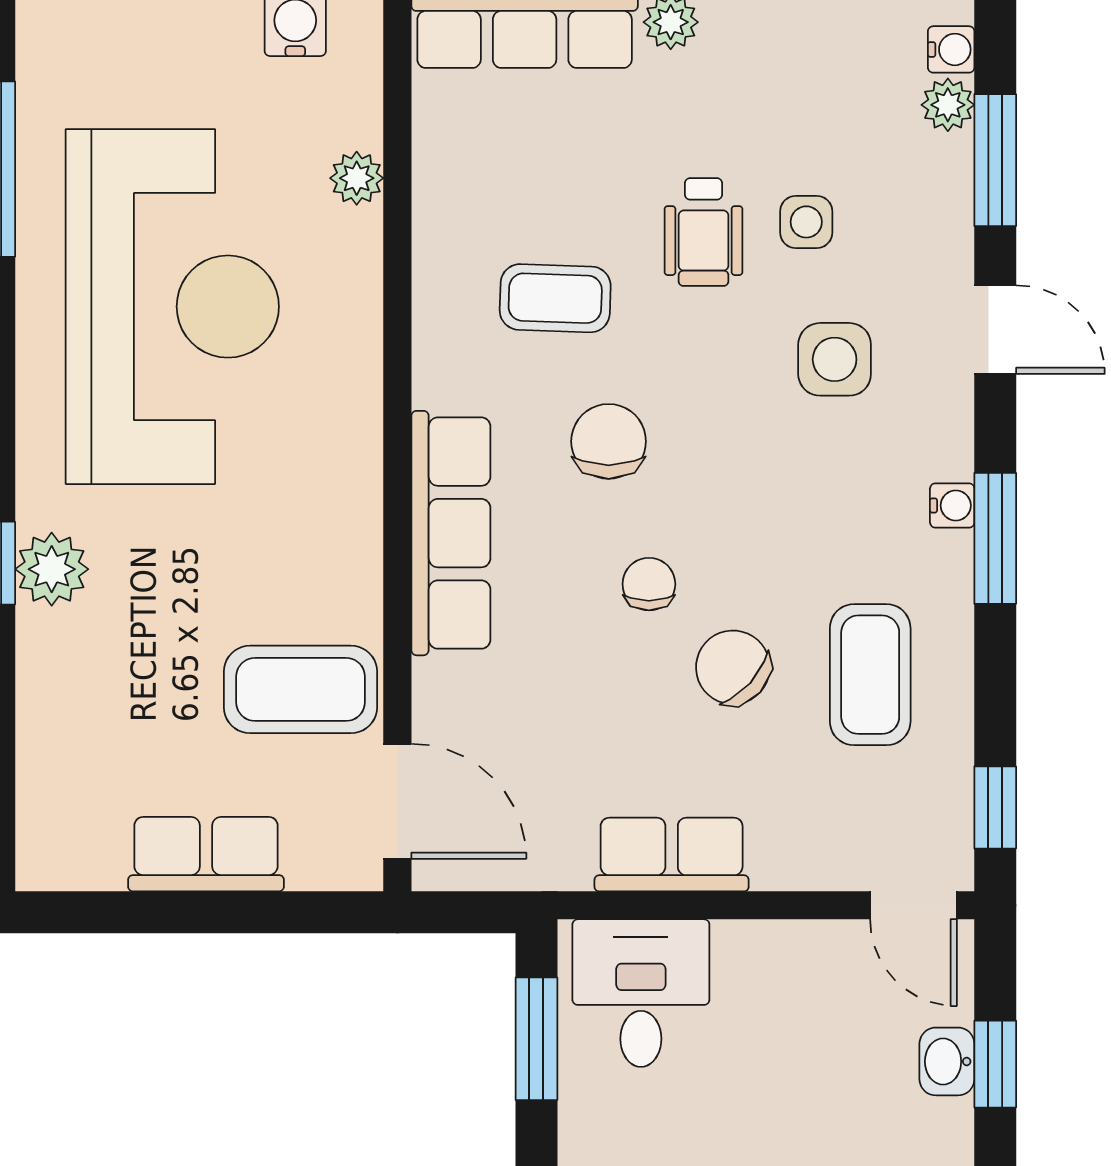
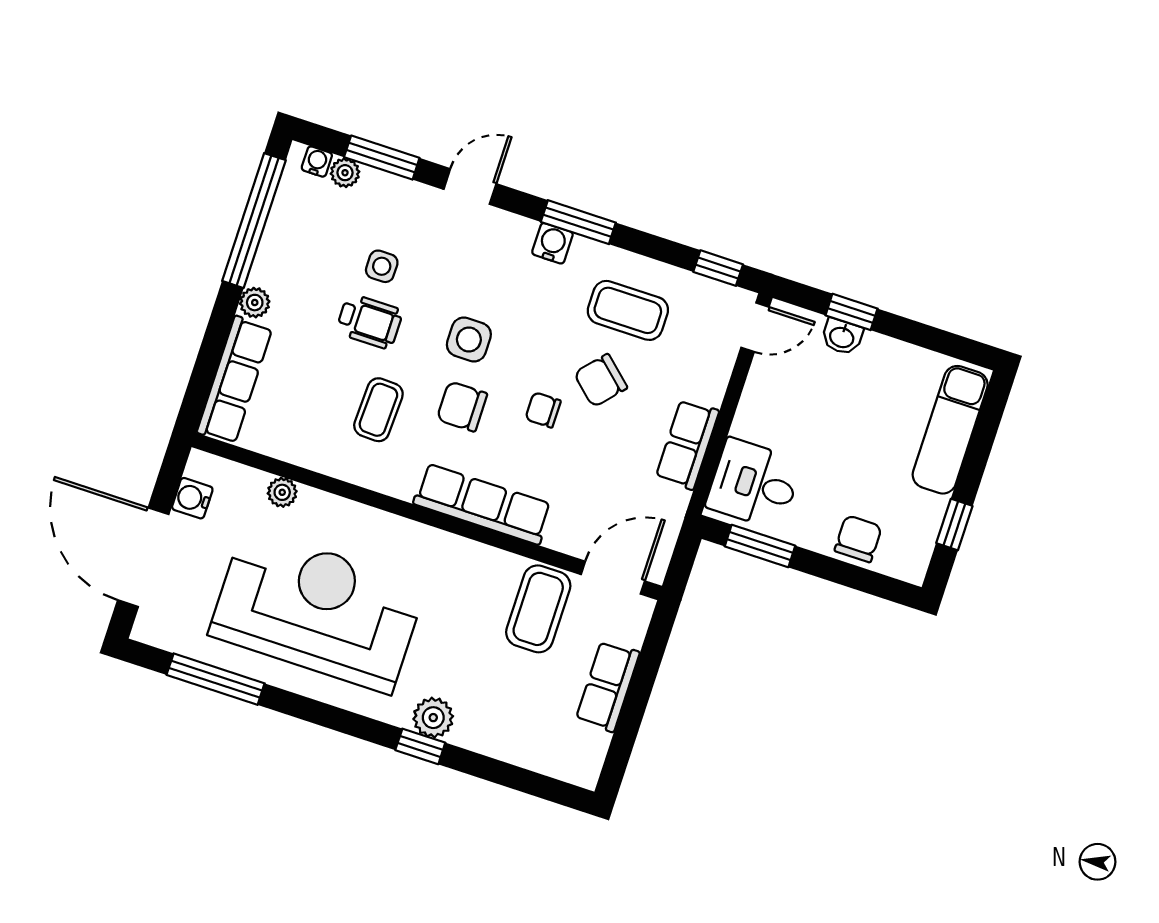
side table: (835, 359) -> (469, 340), moved
water cooler: (952, 505) -> (552, 243), width x1.38, depth x1.38

